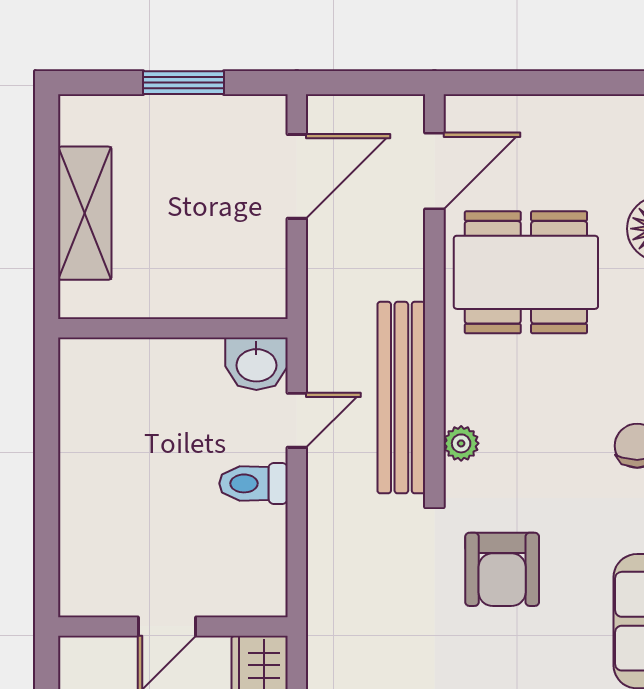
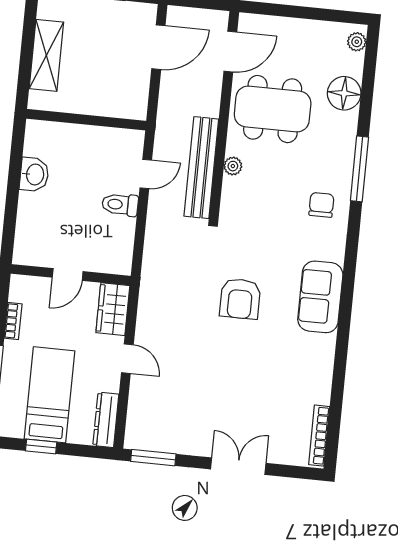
washbasin: (256, 364) -> (34, 174), moved, turned -90
plant: (461, 443) -> (233, 166), moved
armchair: (502, 569) -> (240, 299), moved

